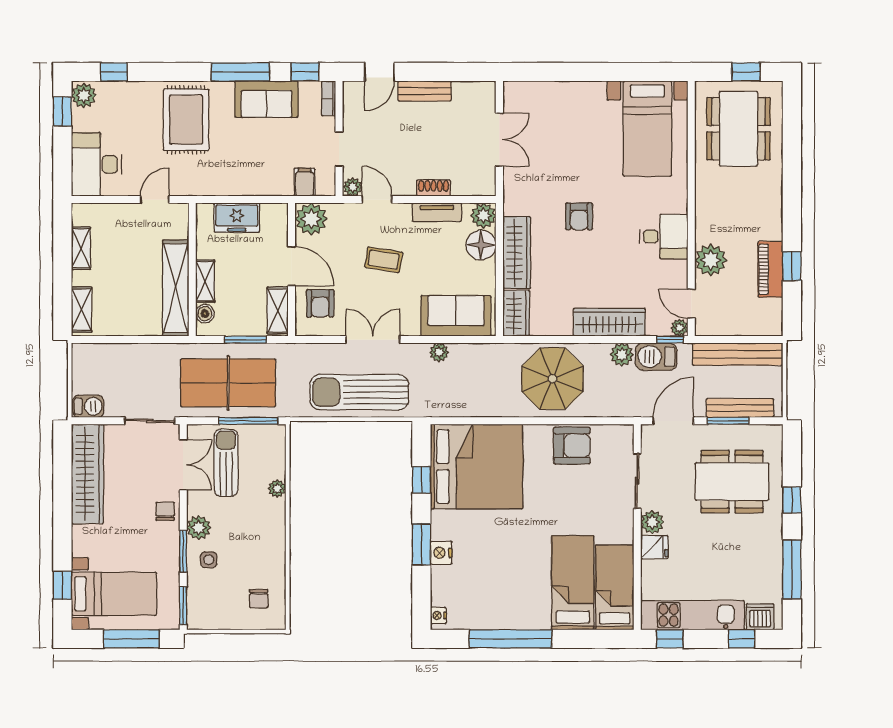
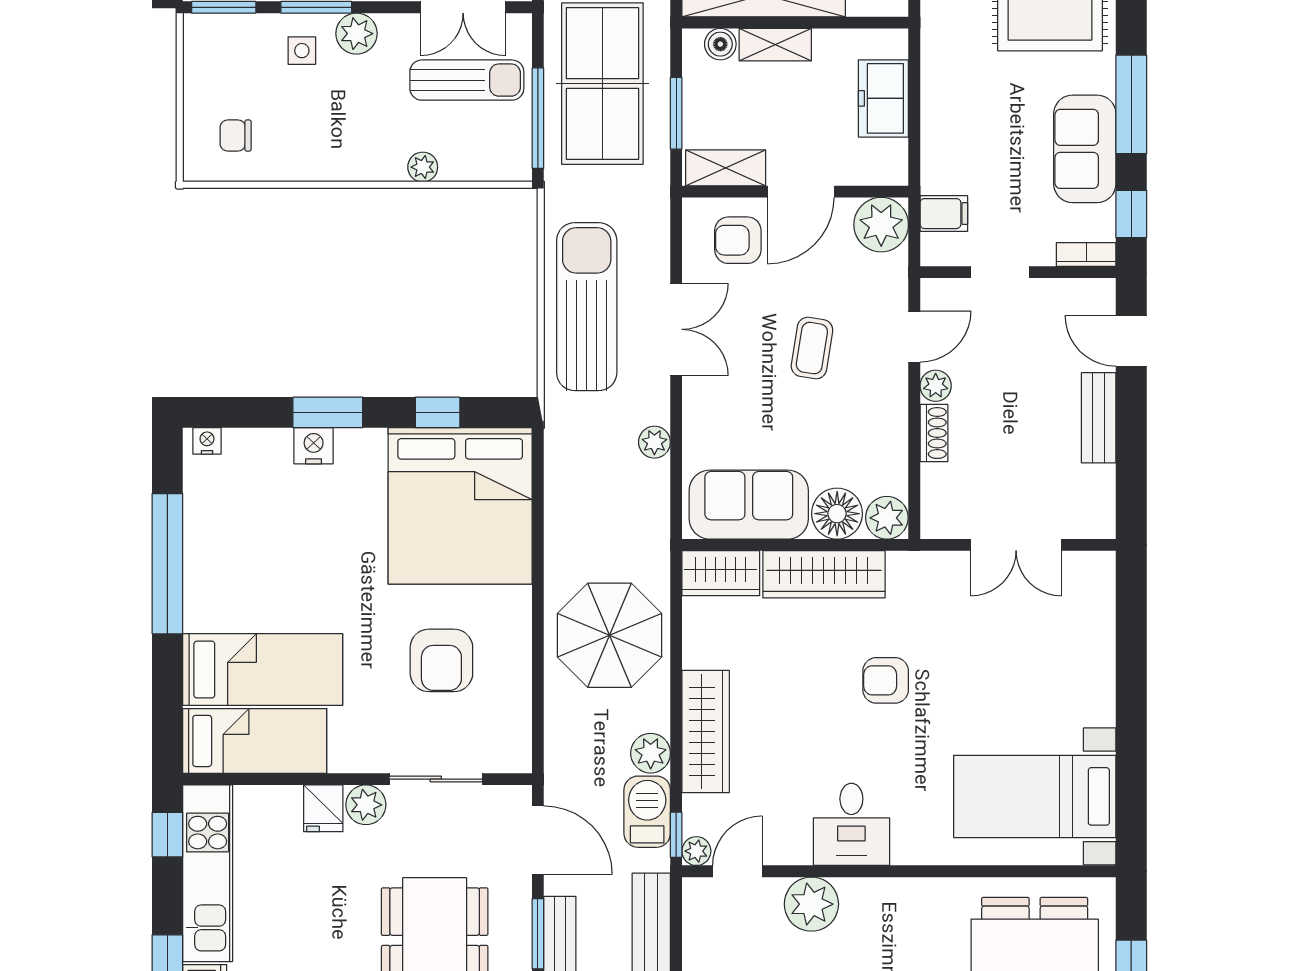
plant: (353, 187) -> (936, 386), moved
tv unit: (437, 212) -> (893, 439), removed
sofa: (456, 316) -> (749, 505), moved, turned -90
armchair: (572, 446) -> (441, 660), moved

